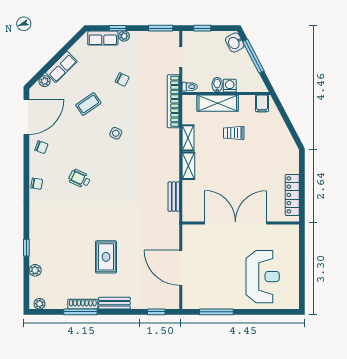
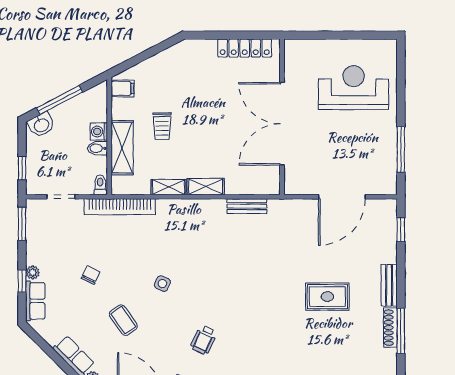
wheelchair: (79, 179) -> (204, 340), moved

